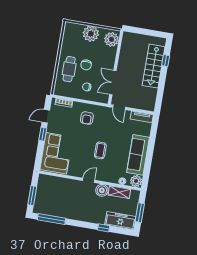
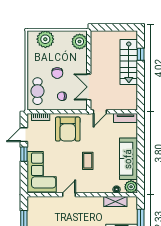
plant: (91, 34) -> (45, 39), moved
cafe table: (69, 69) -> (37, 91), moved
door: (119, 107) -> (100, 112), hinge flipped
armchair: (87, 118) -> (68, 129), width x1.88, depth x1.88
door: (89, 180) -> (69, 195), moved
boiler: (102, 190) -> (97, 203), removed

